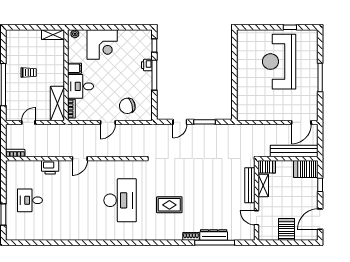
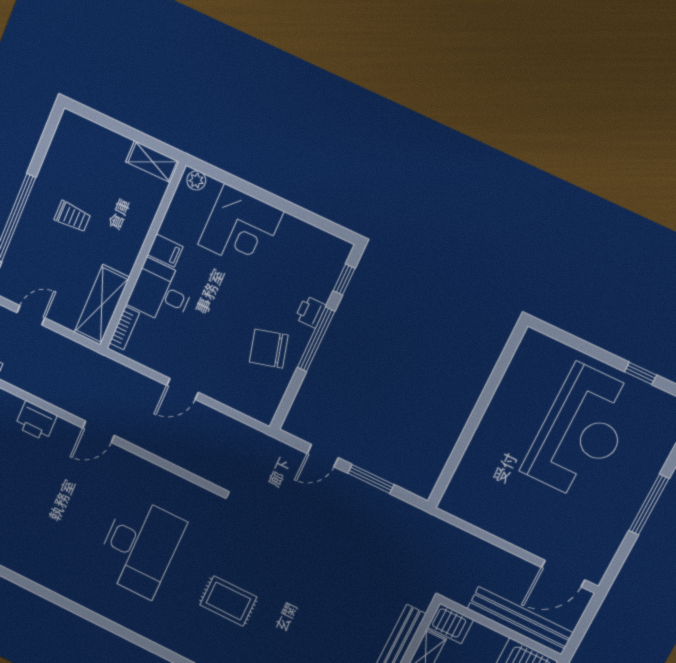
reception desk: (279, 62) -> (581, 432), turned 180
chair: (127, 106) -> (269, 349), moved

